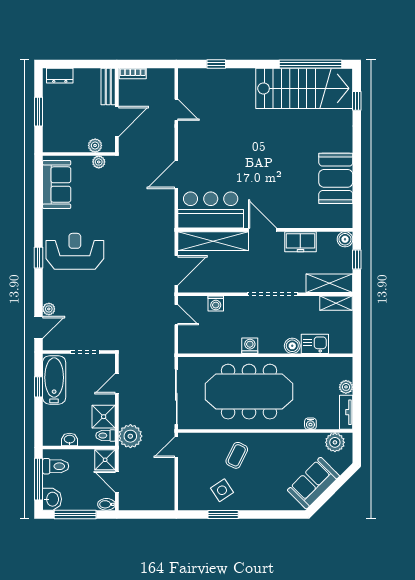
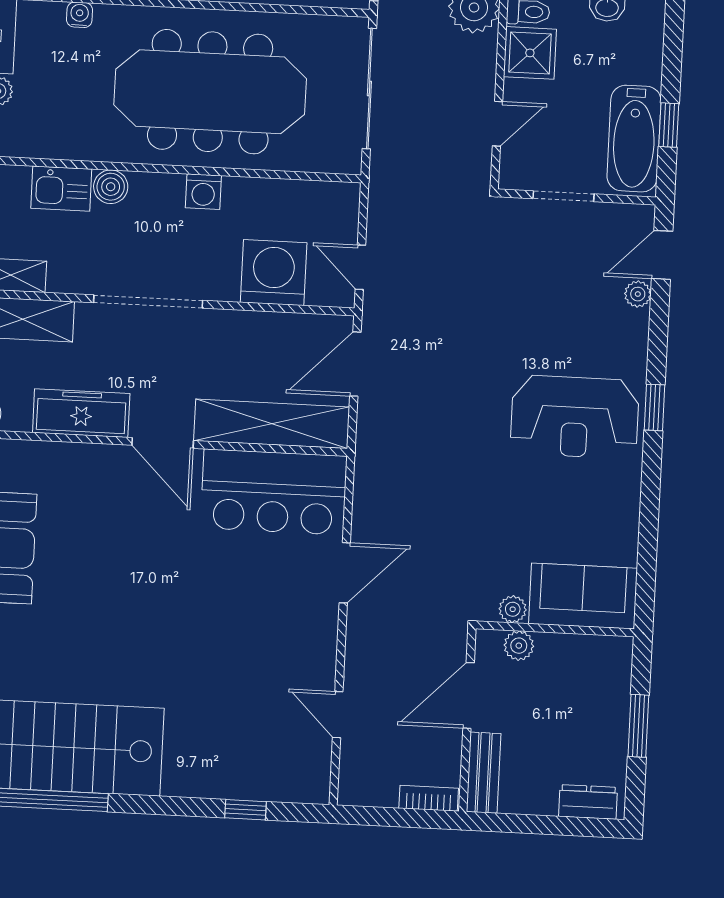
sofa: (57, 185) -> (583, 596), moved, turned 90
freezer: (300, 242) -> (81, 413), width x1.40
washing machine: (216, 304) -> (274, 273), width x1.89, depth x1.89

